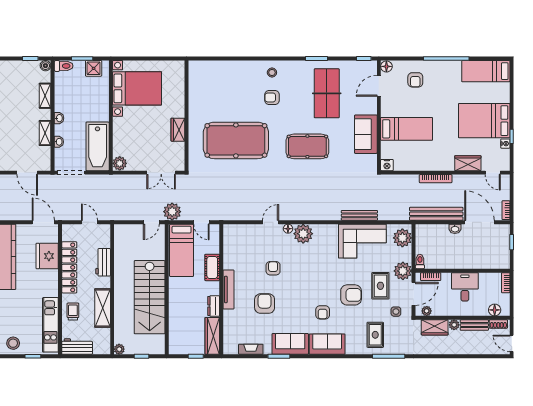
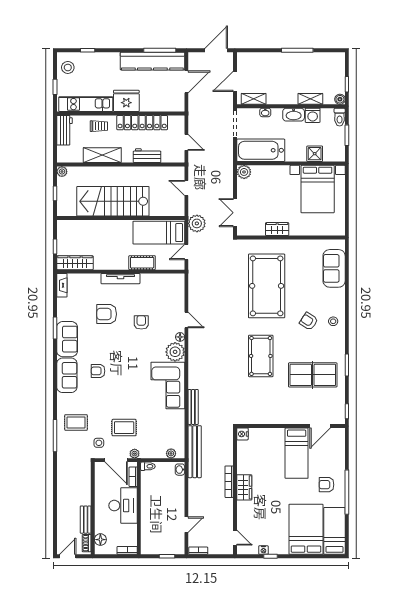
floor lamp: (386, 66) -> (339, 433), removed
shower: (94, 68) -> (315, 154), moved
armchair: (415, 80) -> (326, 485), moved
door: (379, 86) -> (320, 426), swing flipped
washing machine: (62, 93) -> (313, 115), added
armchair: (272, 97) -> (309, 321), turned -57
washbasin: (59, 118) -> (294, 115), width x1.91, depth x1.45
bed: (484, 121) -> (306, 529), moved
bed: (407, 129) -> (297, 453), moved
shelving: (45, 133) -> (254, 99), moved
sofa: (366, 134) -> (334, 268), moved, turned -90
wardrobe: (468, 163) -> (244, 487), moved
door: (493, 173) -> (235, 538), swing flipped
bench: (436, 214) -> (195, 452), moved
door: (43, 222) -> (186, 82), moved
door: (90, 222) -> (186, 142), hinge flipped
door: (151, 222) -> (186, 188), moved
door: (479, 222) -> (186, 525), width x0.53
washbasin: (455, 229) -> (180, 470), moved
plant: (402, 238) -> (171, 453), width x0.53, depth x0.53
corner sofa: (362, 241) -> (168, 386), moved
fridge: (47, 256) -> (126, 101), moved
armchair: (273, 268) -> (141, 322), turned -90
plant: (403, 271) -> (135, 454), width x0.53, depth x0.53
desk: (465, 287) -> (123, 506), width x1.37
armchair: (351, 295) -> (115, 399), removed
armchair: (265, 304) -> (107, 314), turned 180
dresser: (214, 306) -> (104, 264), removed
plant: (427, 311) -> (99, 473), removed
plant: (454, 325) -> (86, 500), removed
wardrobe: (435, 327) -> (83, 481), removed
fireplace: (251, 349) -> (62, 285), moved

